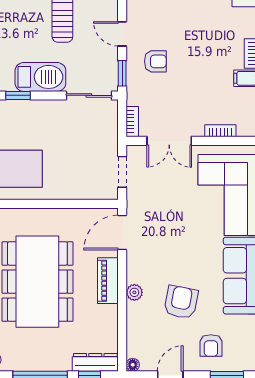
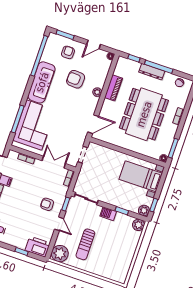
barbecue: (40, 77) -> (108, 214), width x0.53, depth x0.65
piano: (108, 281) -> (113, 88), moved
armchair: (181, 302) -> (76, 79), turned 82
dresser: (95, 362) -> (152, 72), moved

